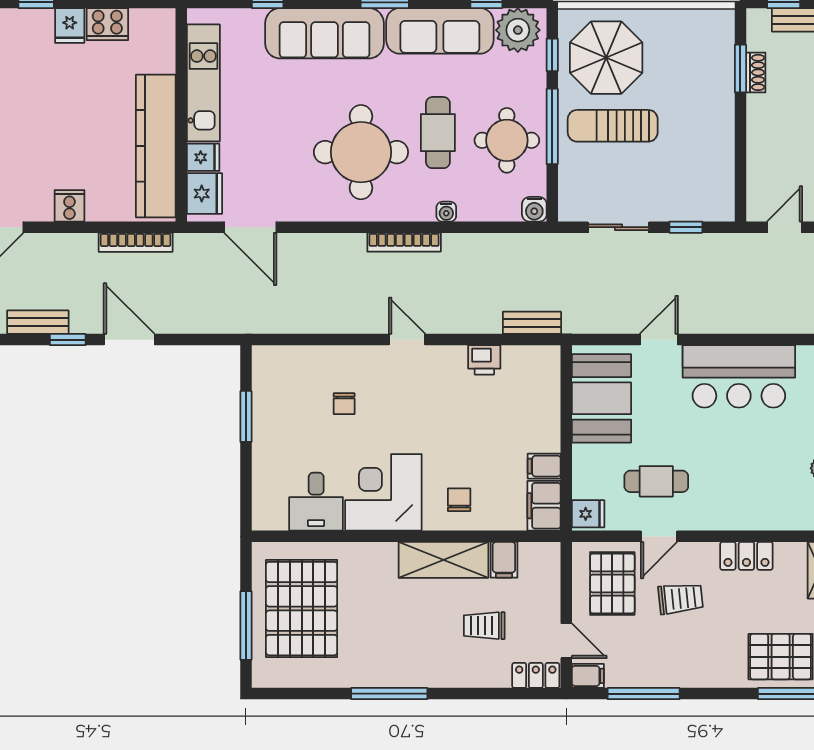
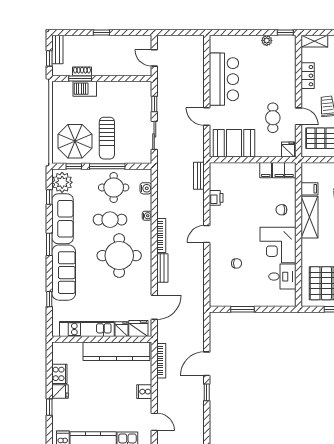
barbecue: (719, 78) -> (85, 89), added
water cooler: (534, 209) -> (146, 188), moved
bench: (38, 322) -> (162, 268), moved

